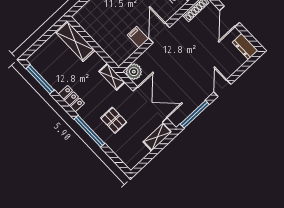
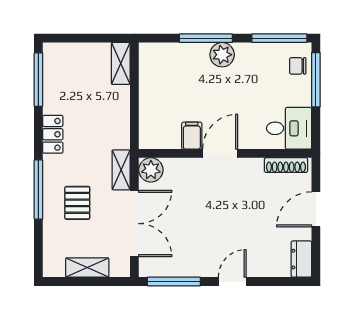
shelving: (75, 41) -> (121, 63), width x0.67, depth x0.75
shelving: (112, 77) -> (121, 170), moved
shelving: (157, 137) -> (87, 268), moved

